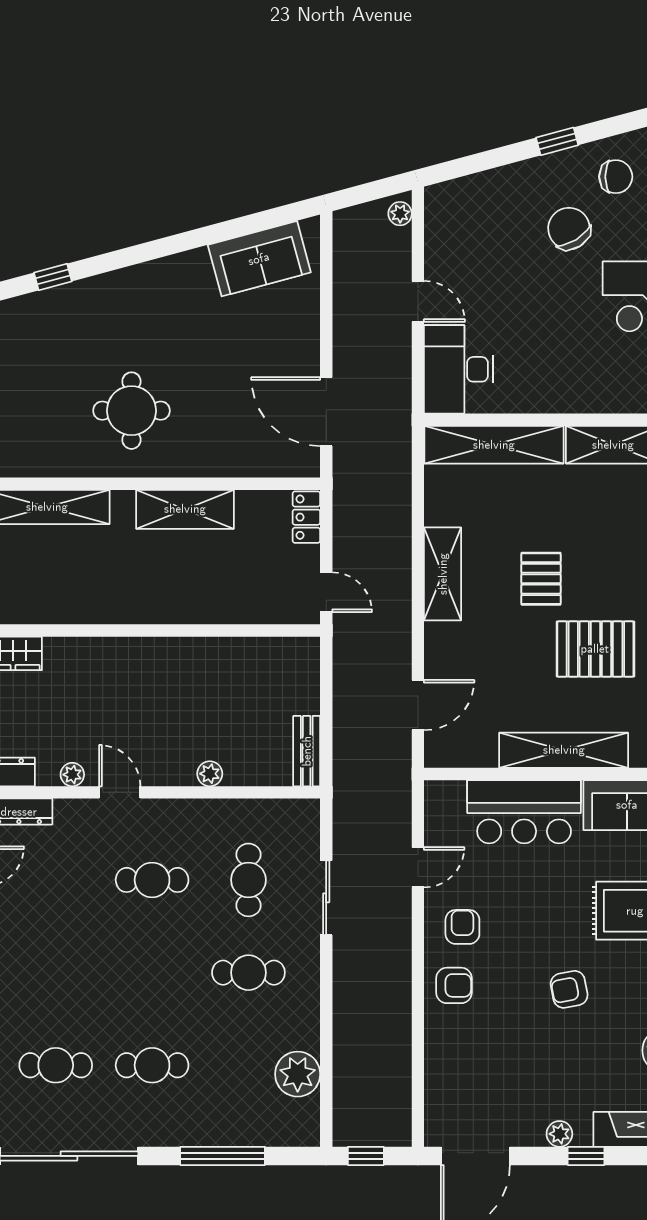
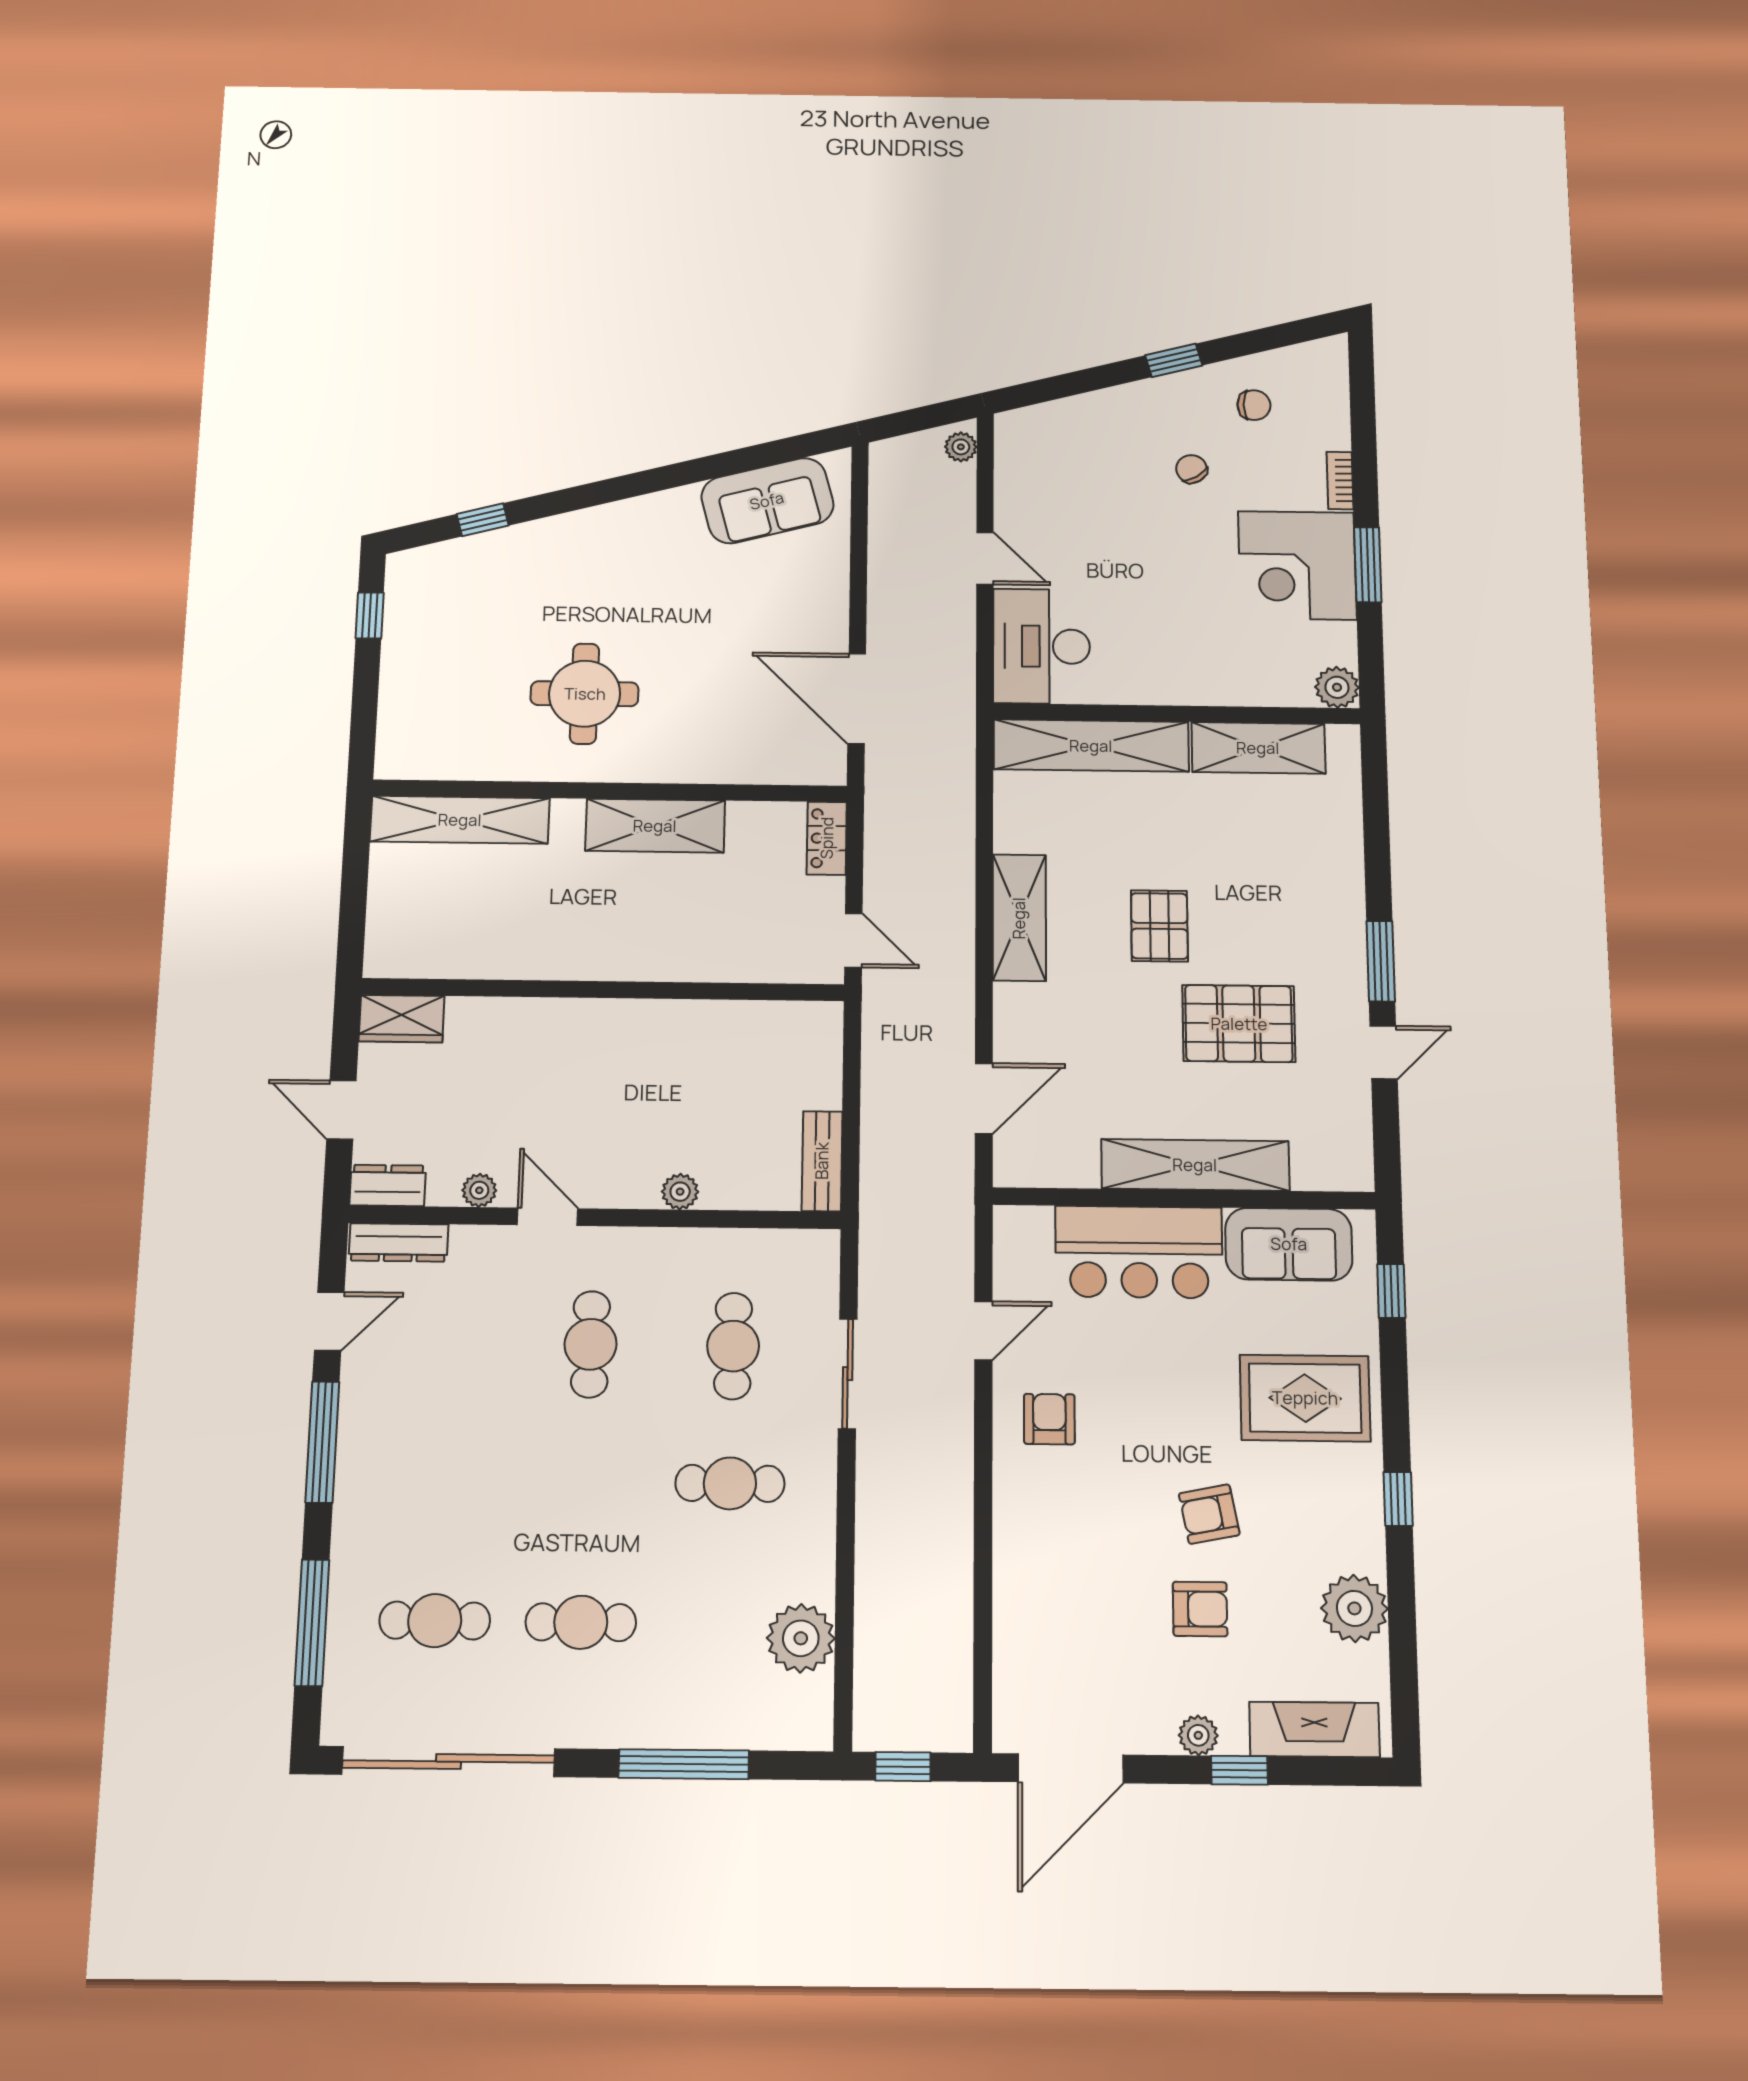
chair: (616, 177) -> (1254, 405), width x0.73, depth x0.73
chair: (569, 229) -> (1192, 469), width x0.54, depth x0.54
cafe table: (152, 880) -> (590, 1344), turned 90
armchair: (454, 985) -> (1200, 1609), moved

